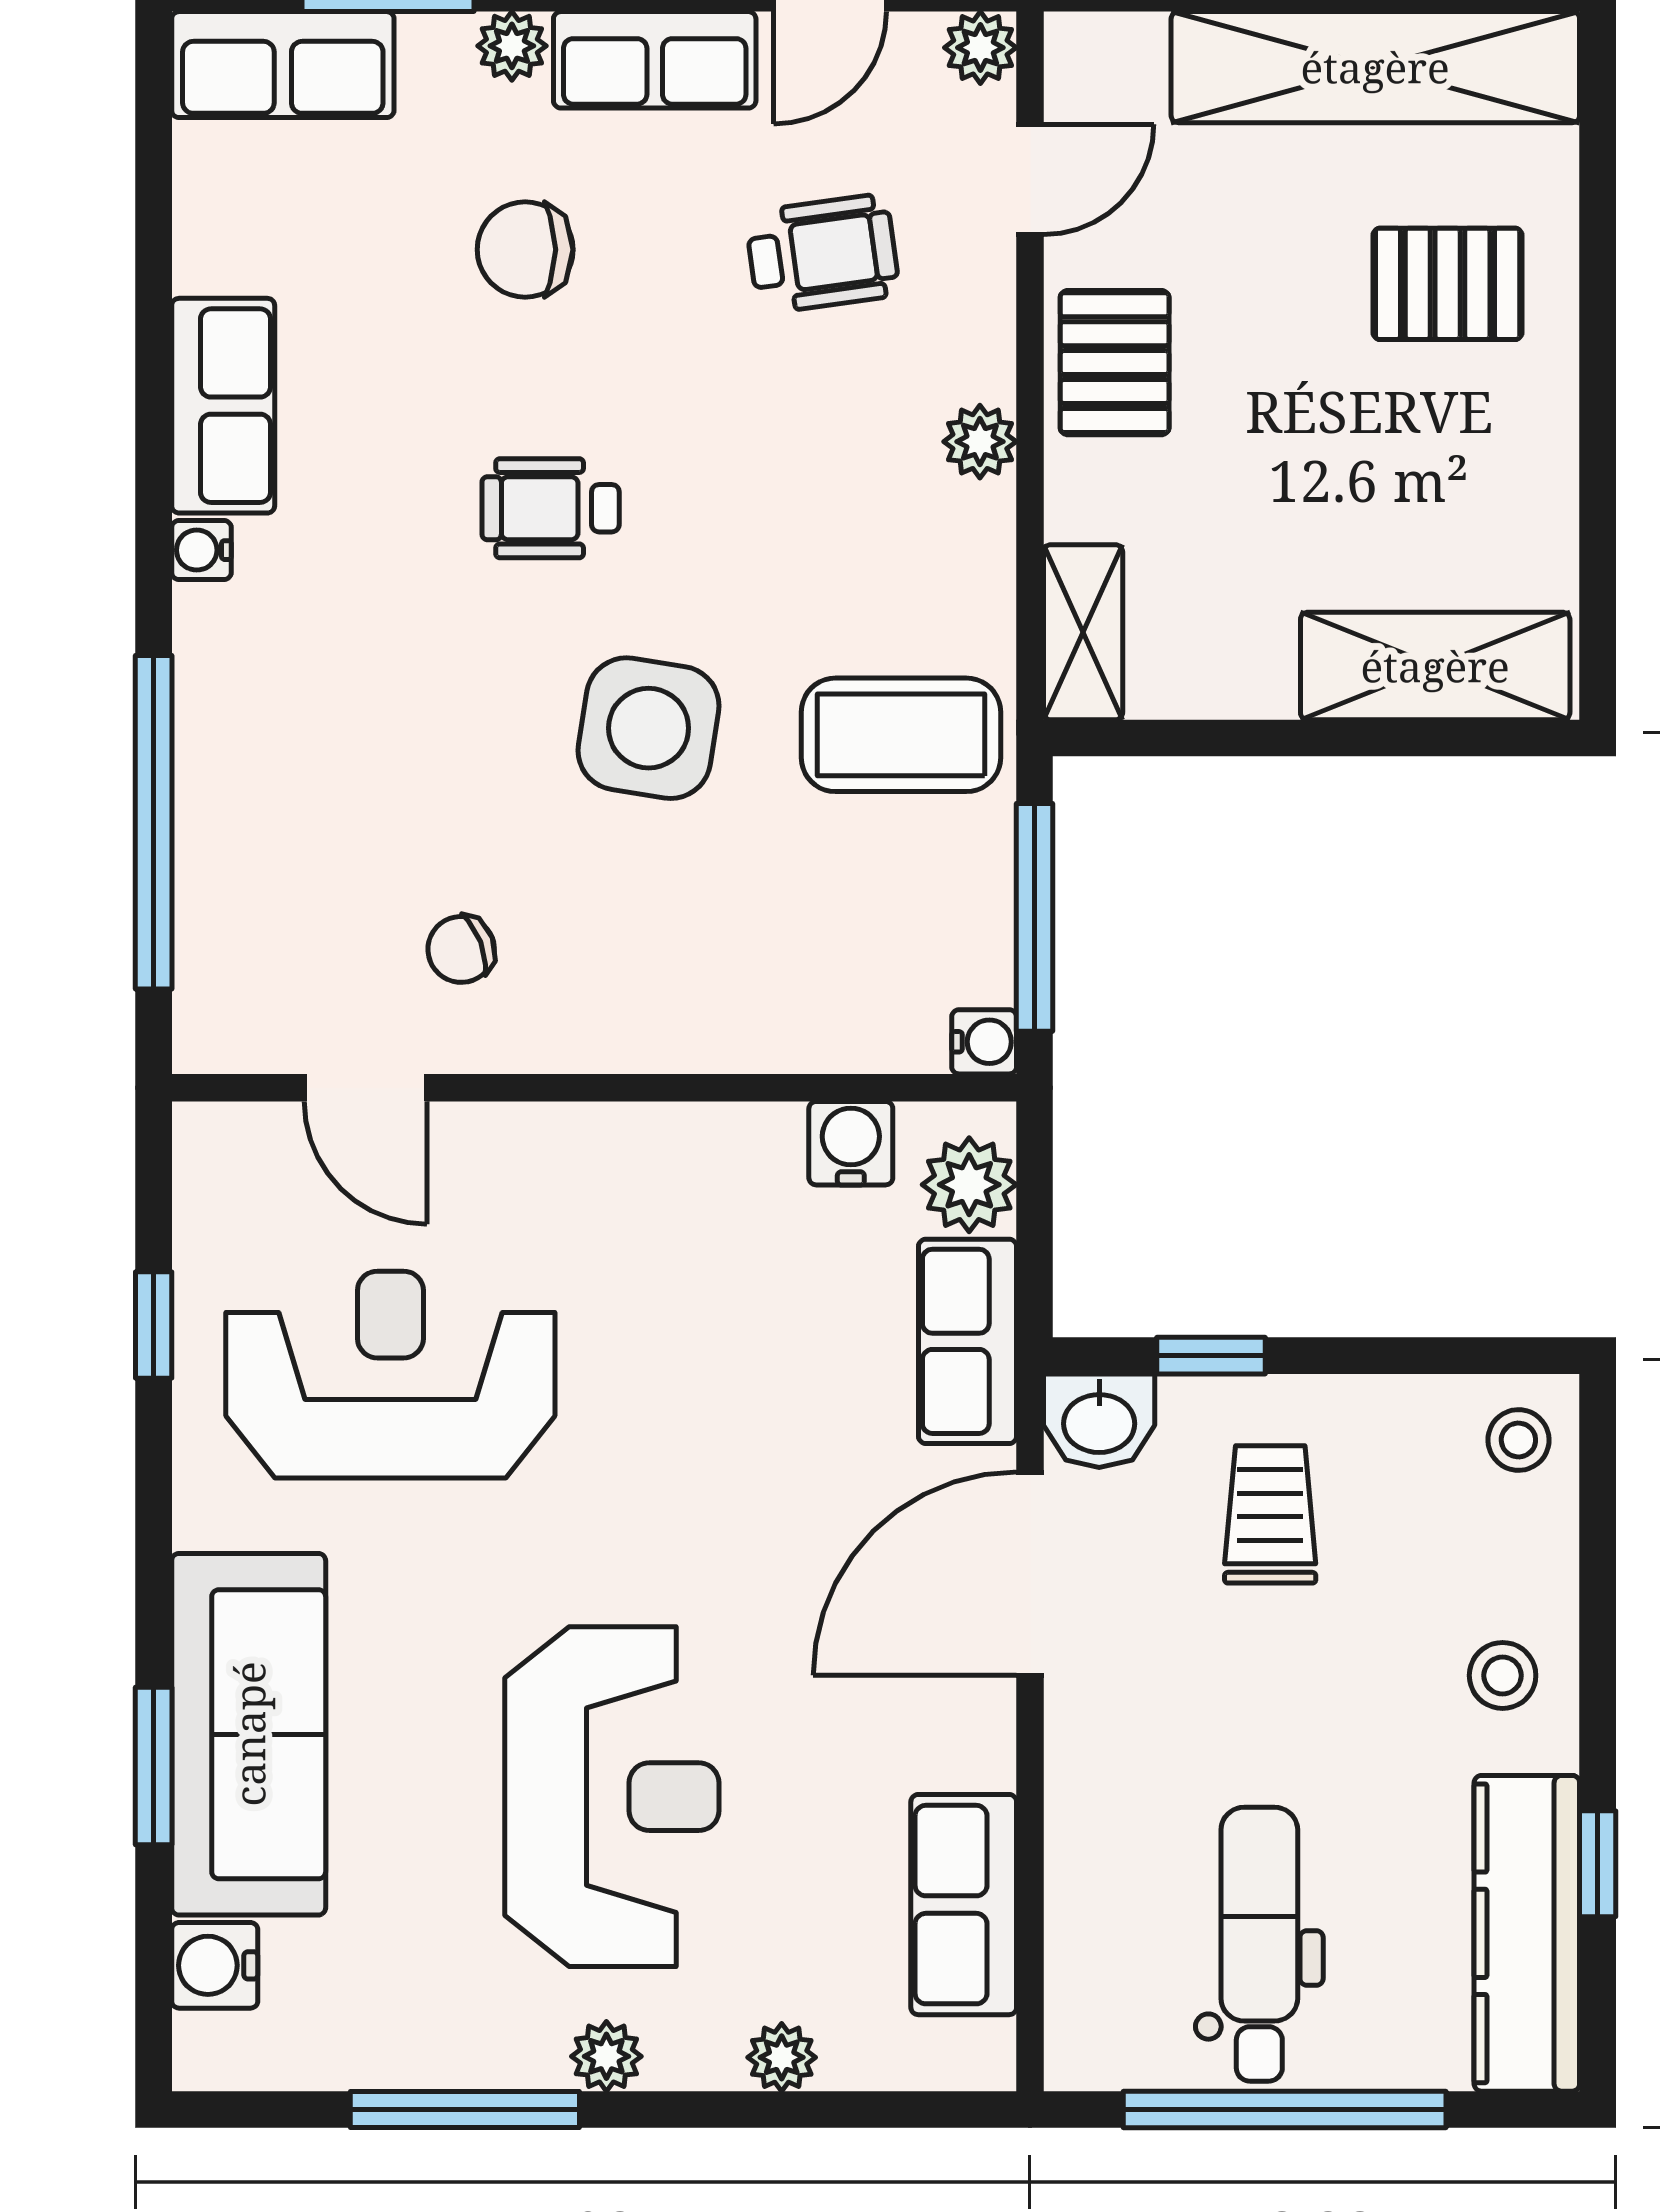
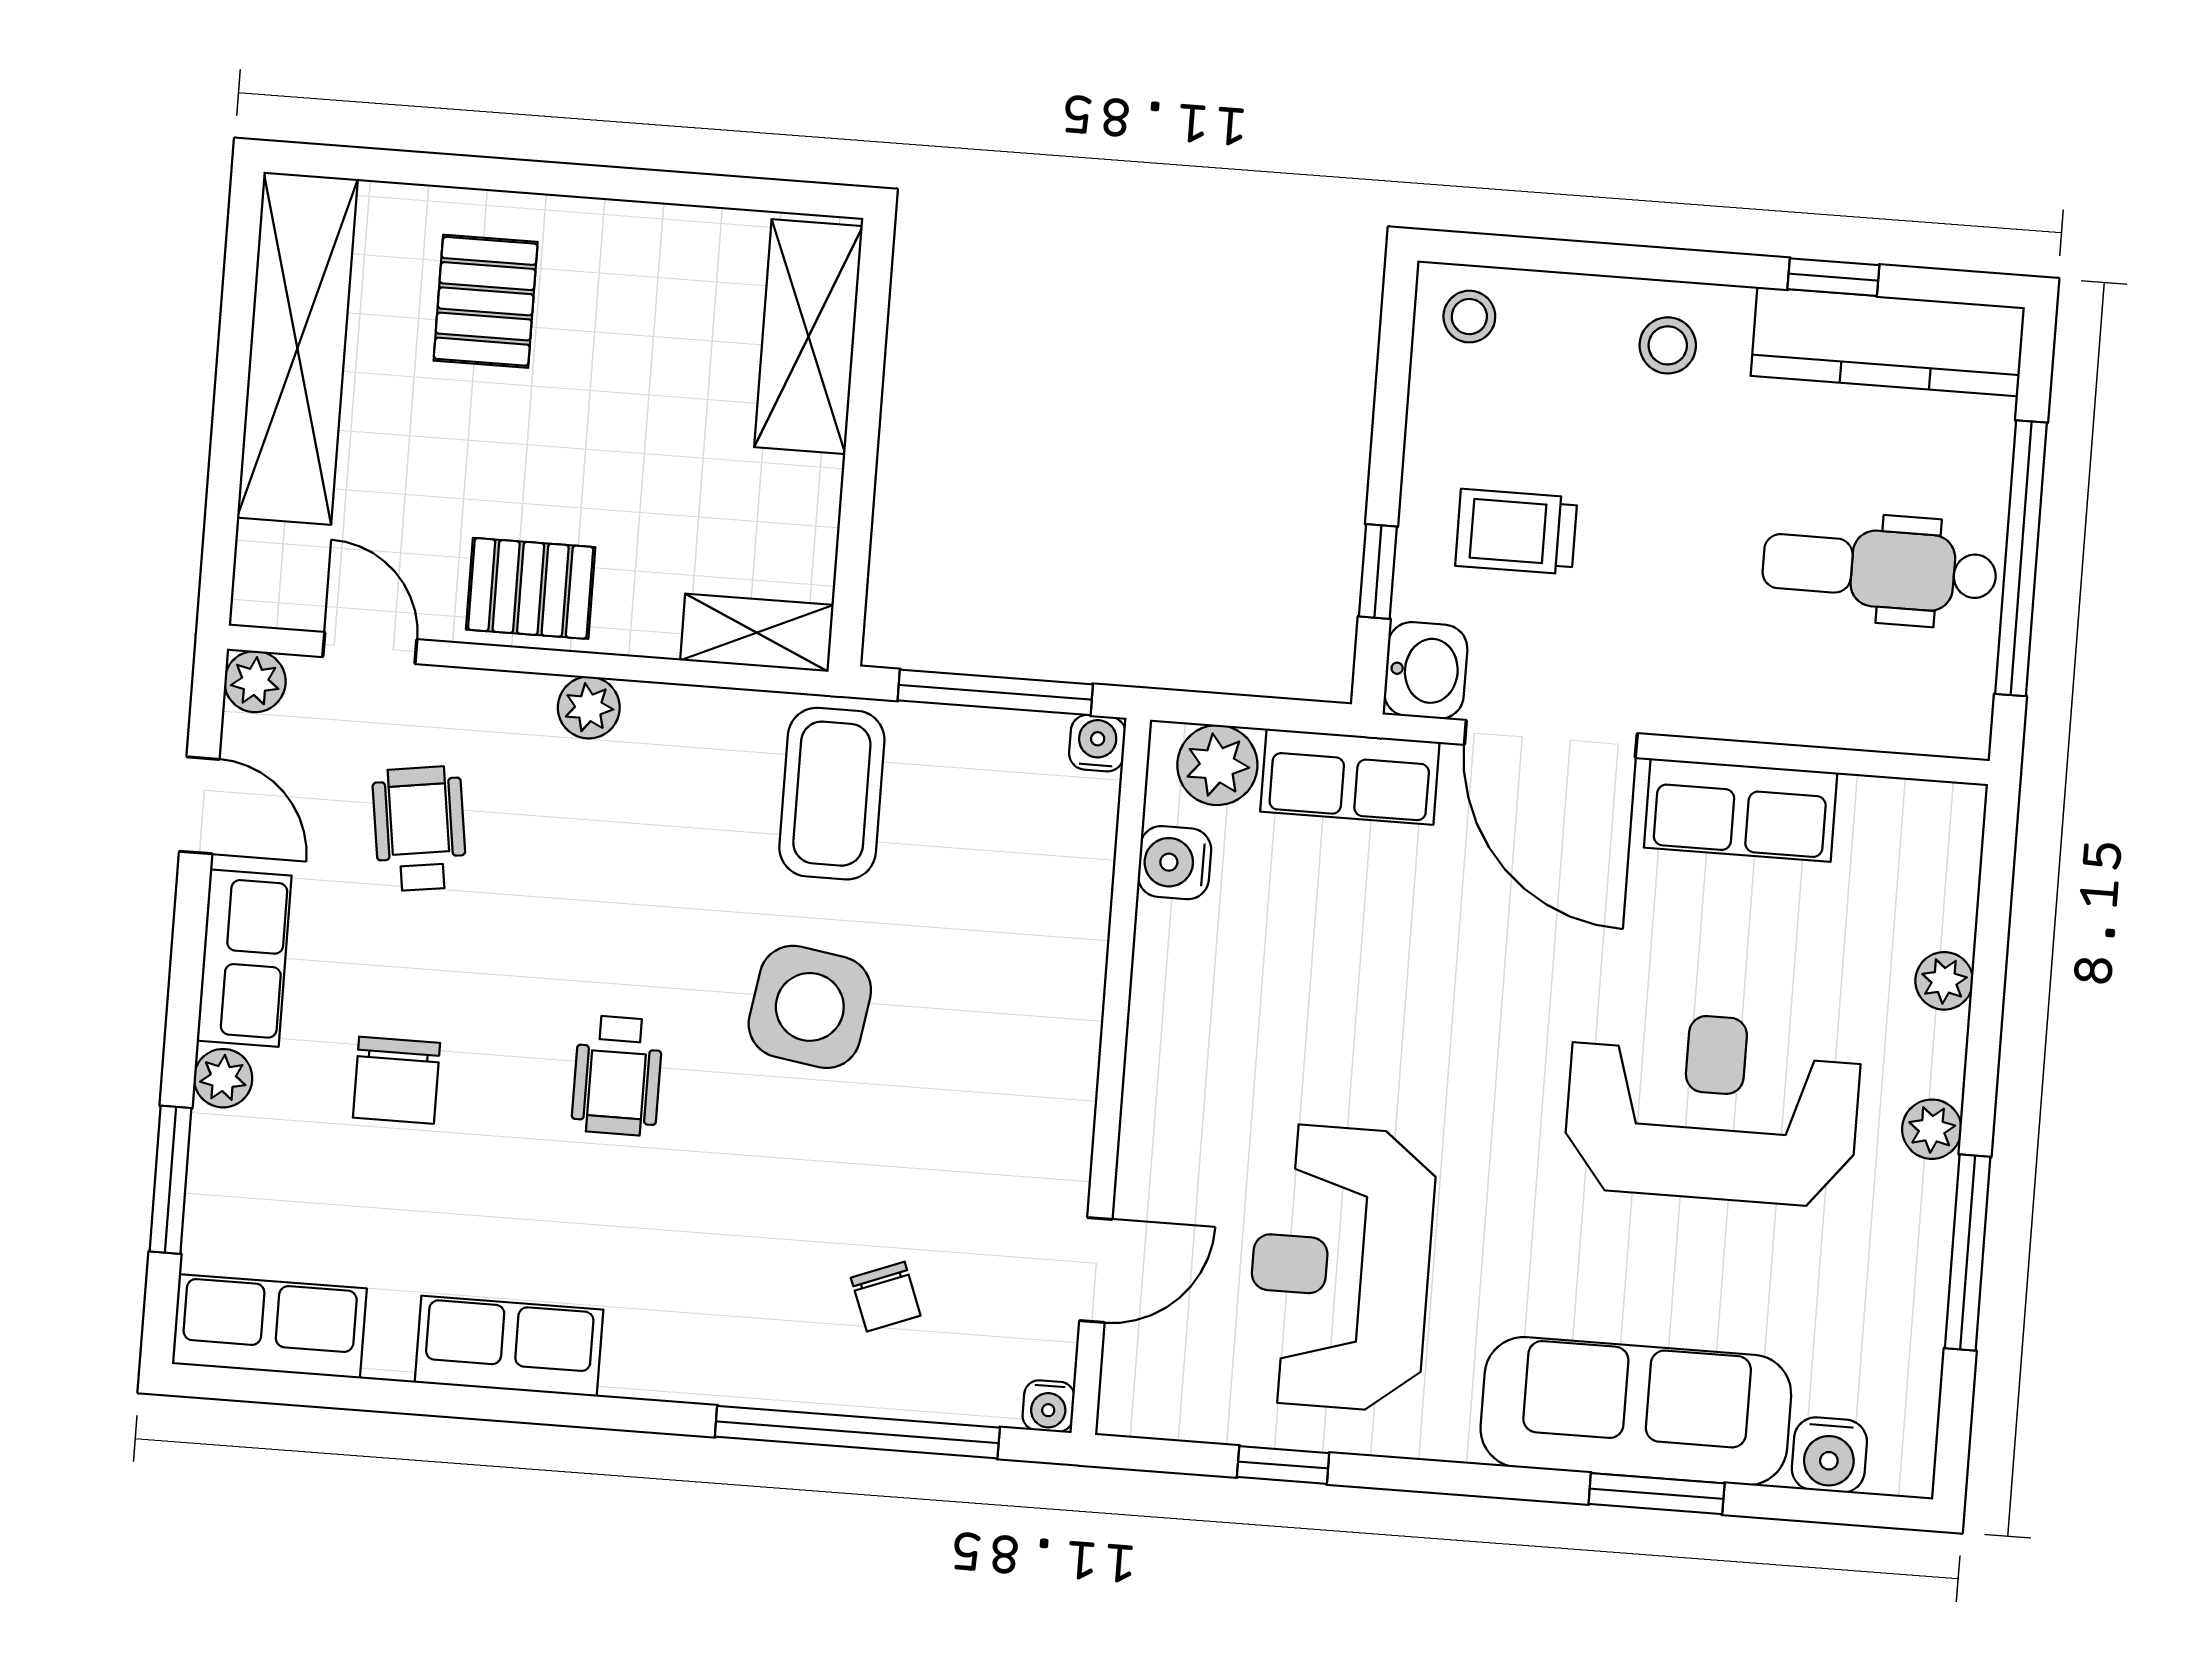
row of seats: (283, 65) -> (269, 1326), moved, turned -90
water cooler: (201, 550) -> (1049, 1406), moved
chair: (461, 949) -> (886, 1297), moved
row of seats: (964, 1905) -> (1741, 810), moved

